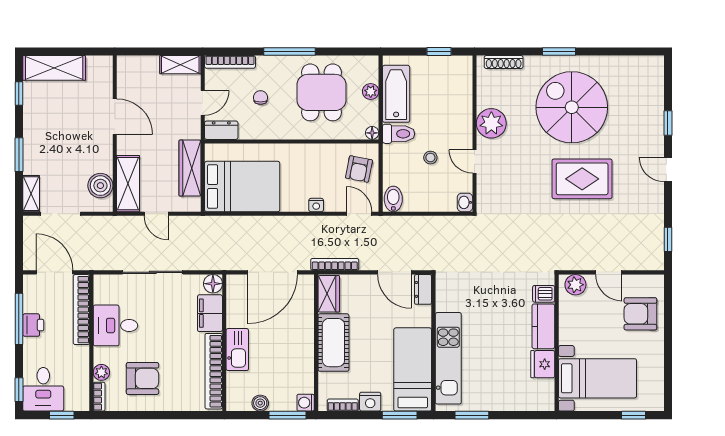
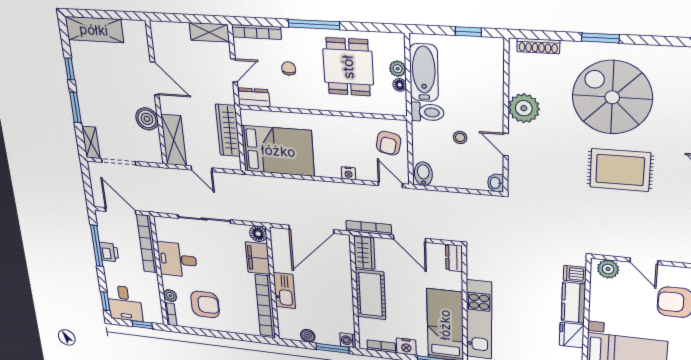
window: (19, 93) -> (70, 69), moved
floor lamp: (372, 133) -> (400, 85), moved
boiler: (100, 186) -> (147, 119), moved
door: (394, 272) -> (409, 239), moved

